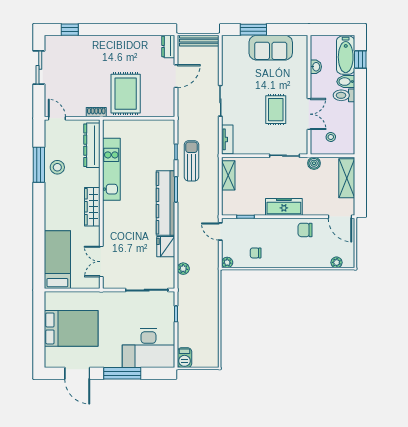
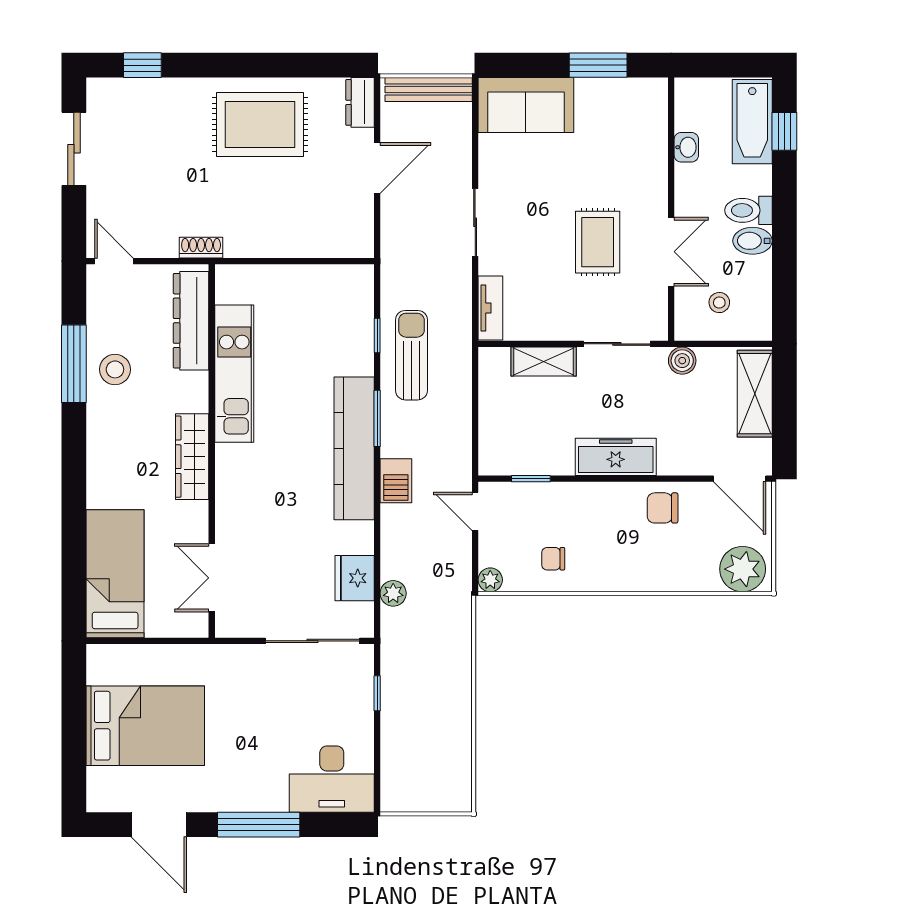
window: (253, 30) -> (598, 65), moved
sofa: (271, 48) -> (526, 105), moved
bidet: (346, 82) -> (753, 241), moved
rug: (126, 94) -> (260, 124), moved, turned 90
shelving: (228, 175) -> (544, 362), moved, turned 90
fridge: (166, 247) -> (355, 578), moved
plant: (336, 262) -> (743, 569), width x1.88, depth x1.88
desk: (148, 348) -> (332, 779), width x0.73, depth x0.77
barbecue: (184, 358) -> (396, 481), moved

